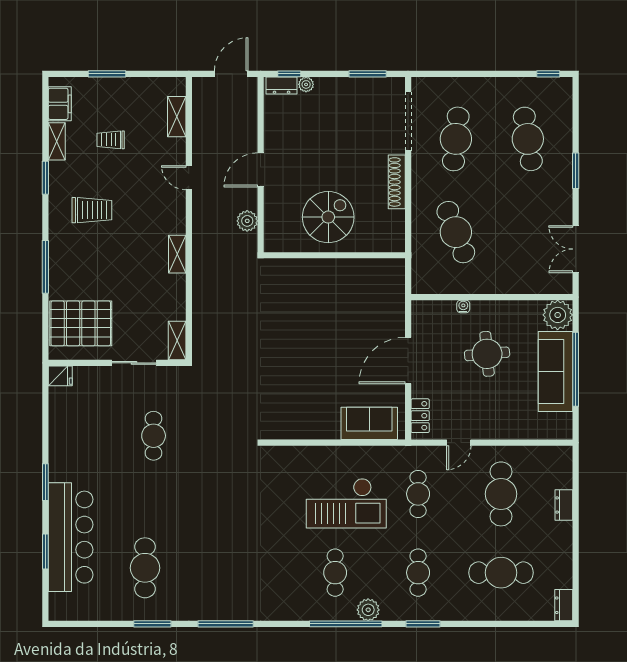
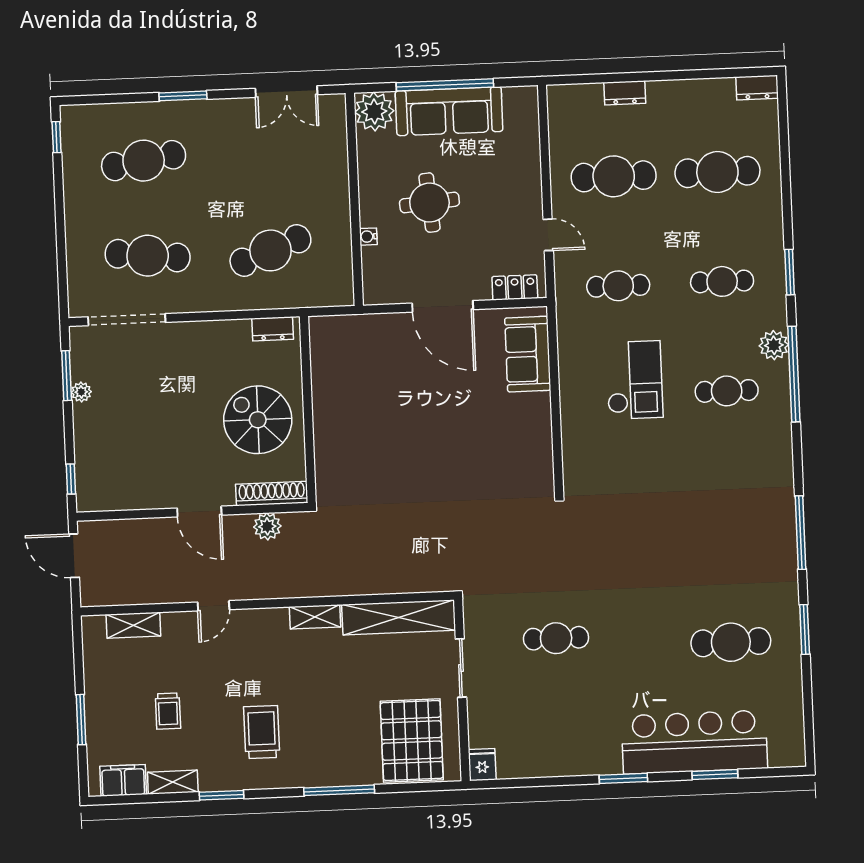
plant: (306, 84) -> (81, 392), moved
dresser: (282, 85) -> (273, 329), moved, turned 90
shoe rack: (397, 182) -> (272, 494), moved, turned 180
shelving: (177, 341) -> (399, 617), width x2.20, depth x1.33
checkout: (346, 503) -> (634, 380), width x0.73, depth x0.83
cafe table: (501, 573) -> (717, 172), turned 90

